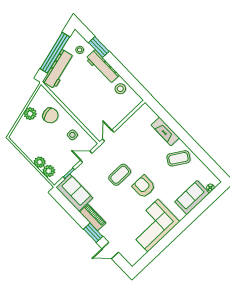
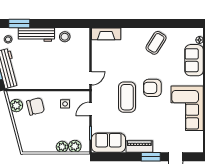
plant: (30, 114) -> (16, 106), moved
fireplace: (165, 131) -> (106, 34), moved
door: (108, 136) -> (90, 78), swing flipped
coffee table: (120, 175) -> (127, 97), width x1.36, depth x1.32

